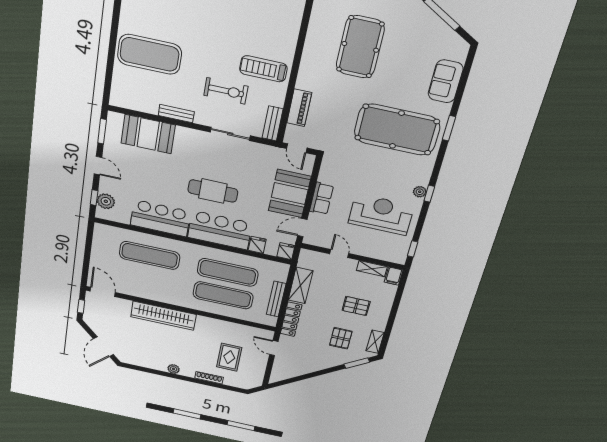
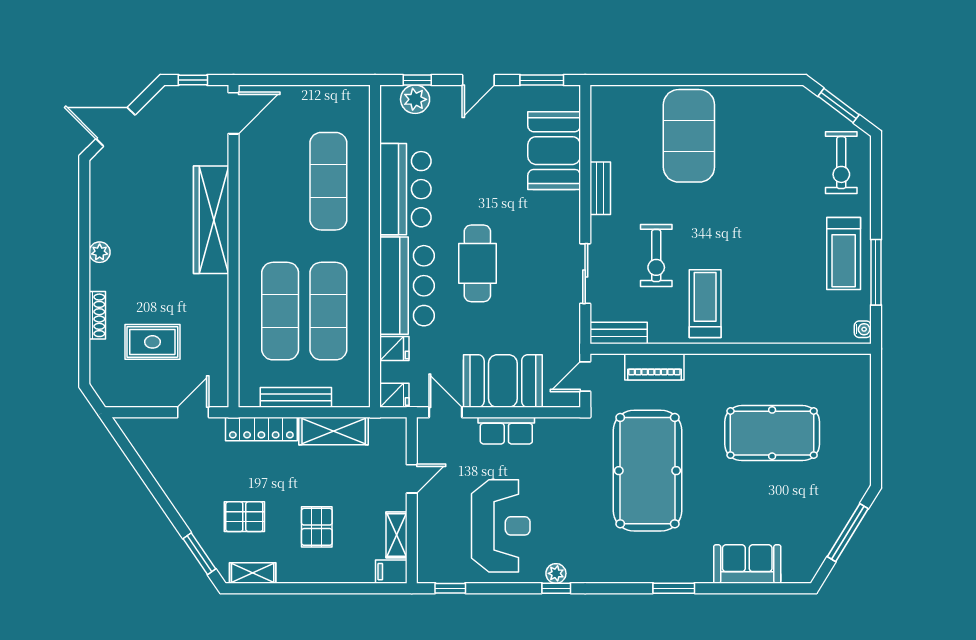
pool table: (397, 130) -> (647, 471), moved

